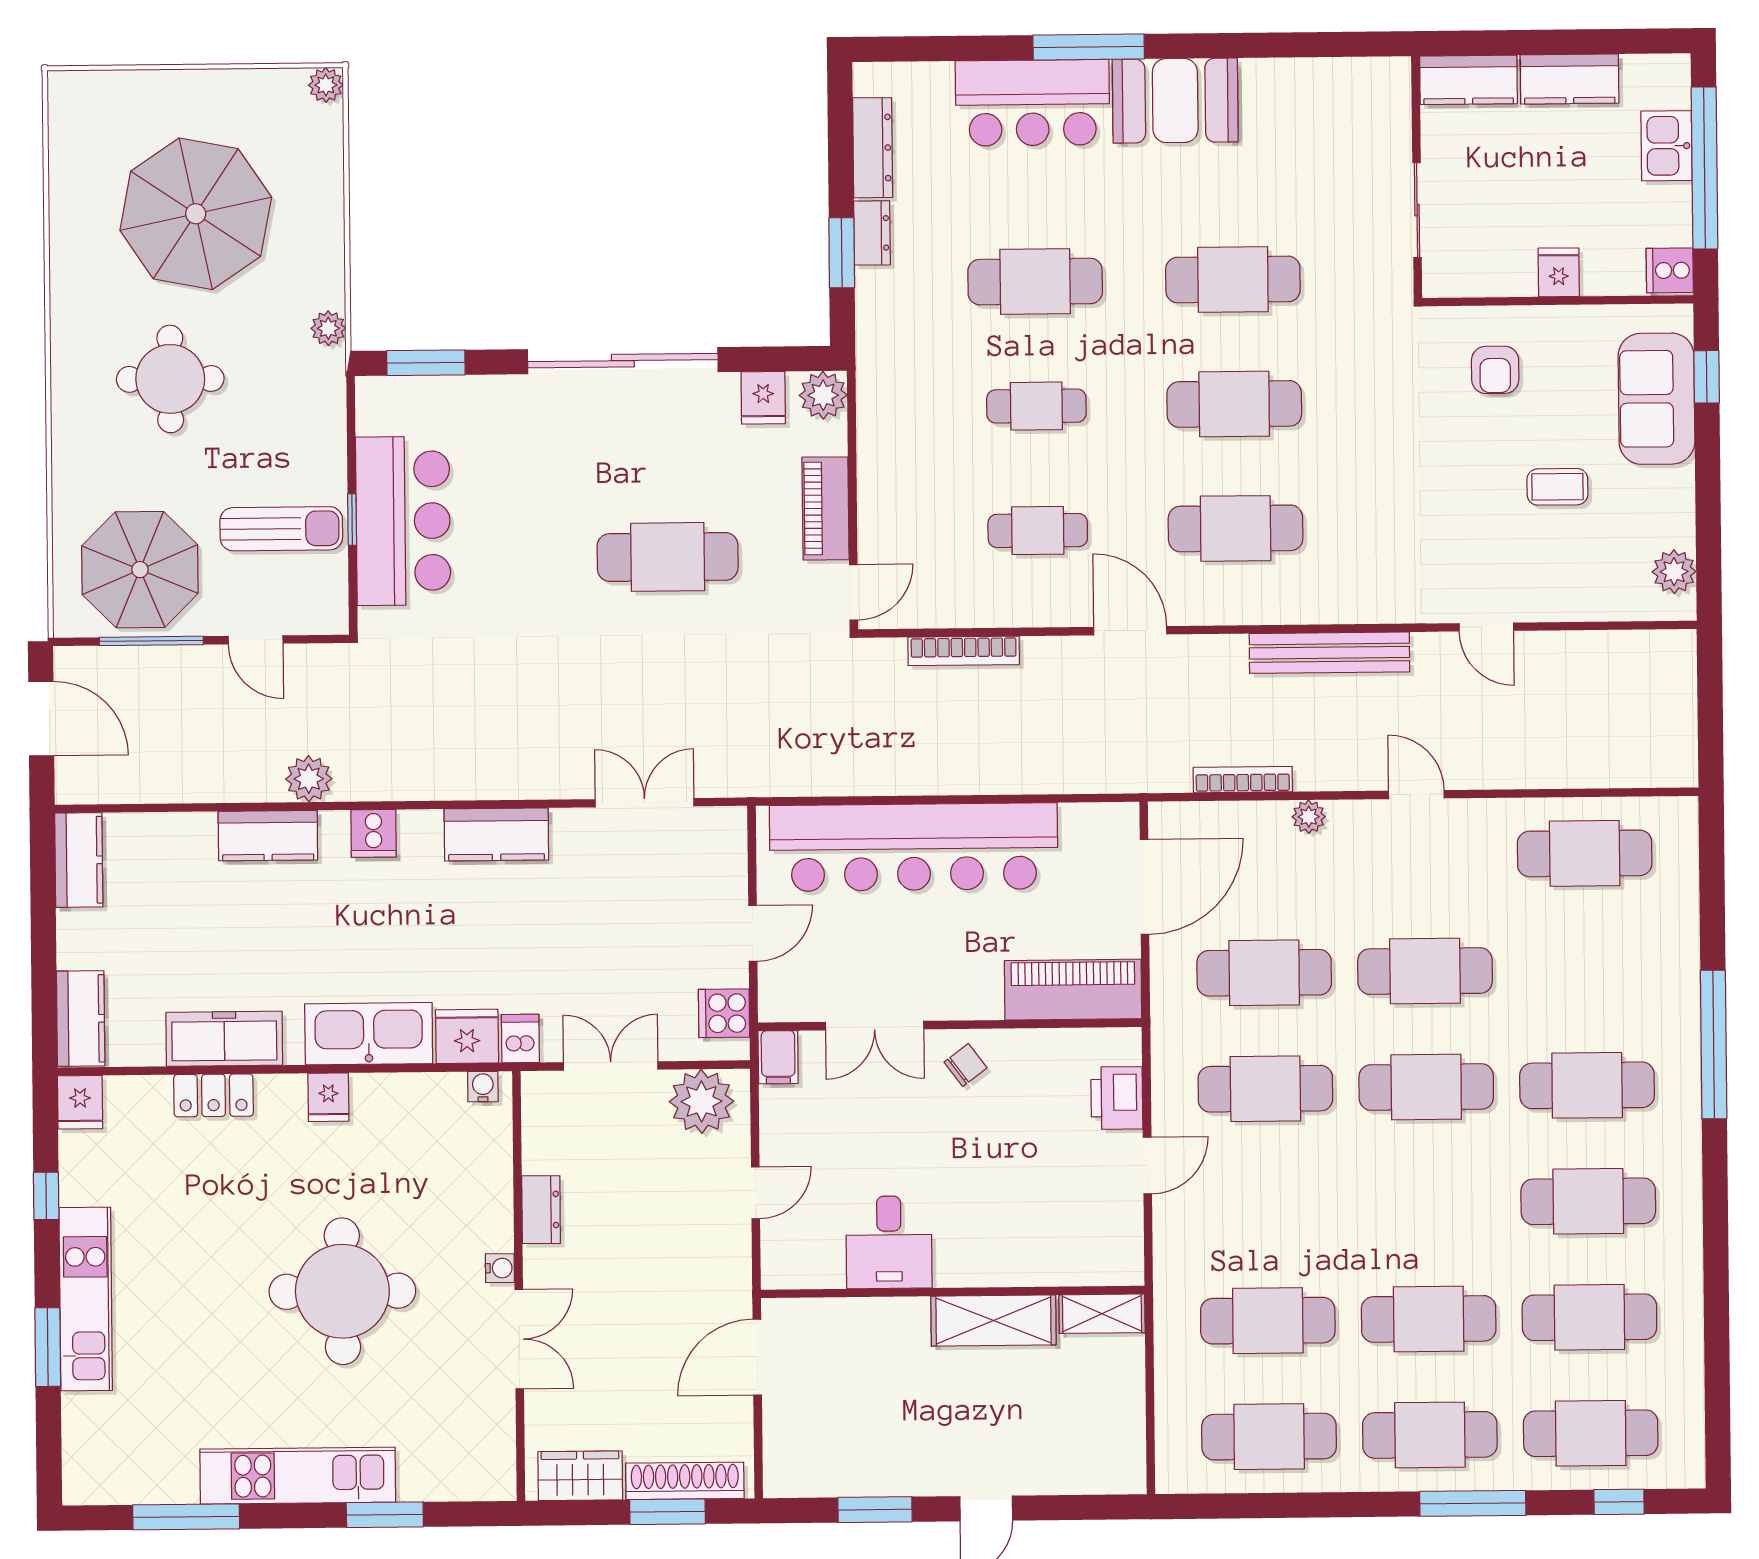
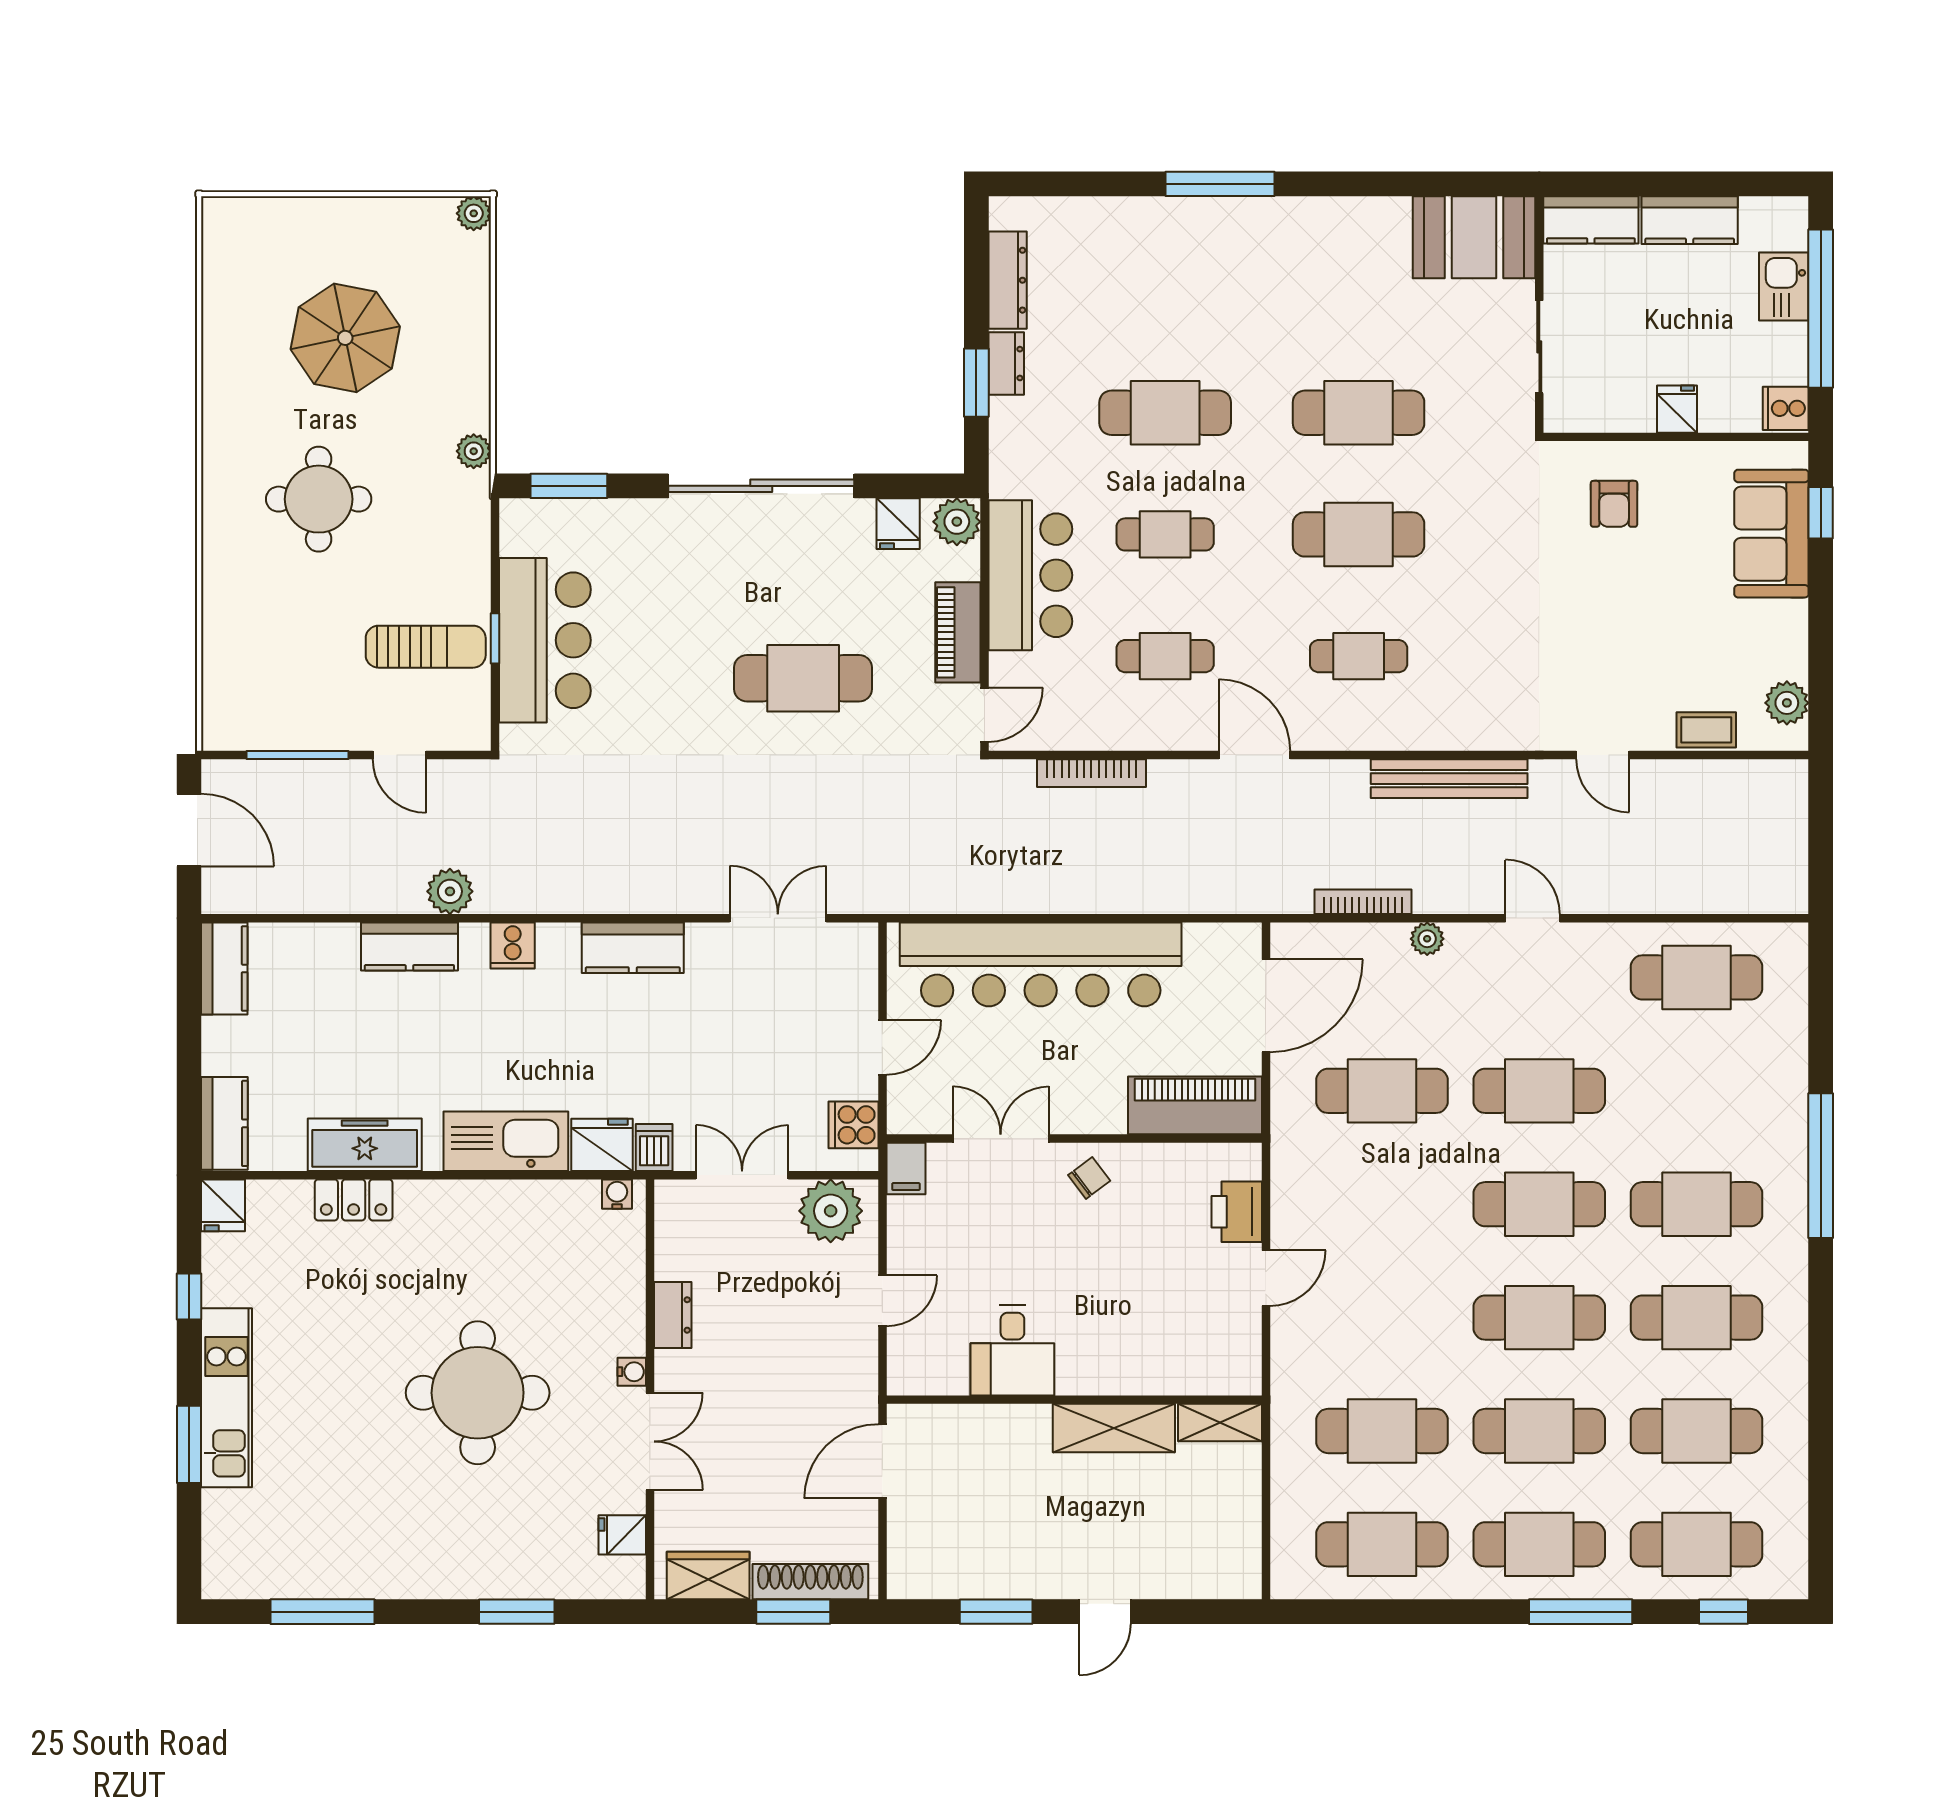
booth: (1175, 101) -> (1474, 237), moved
bar counter: (1032, 103) -> (1030, 575), moved, turned -90
parasol: (196, 214) -> (345, 338), width x0.73, depth x0.73
coffee table: (1557, 487) -> (1706, 730), moved
cafe table: (1236, 528) -> (1359, 656), width x0.73, depth x0.74
parasol: (140, 570) -> (287, 685), removed
double door: (875, 1026) -> (1001, 1139), swing flipped
cafe table: (1265, 1089) -> (1539, 1318), moved
fridge: (328, 1097) -> (622, 1535), moved, turned 90
kitchen unit: (298, 1476) -> (432, 1573), removed

